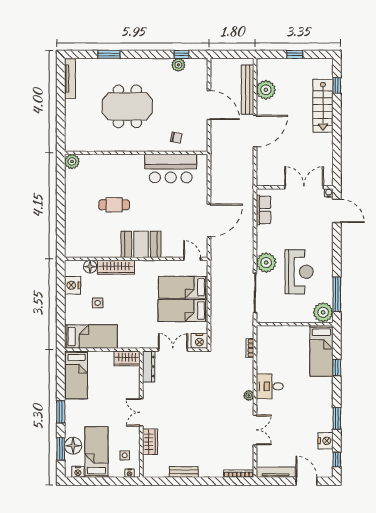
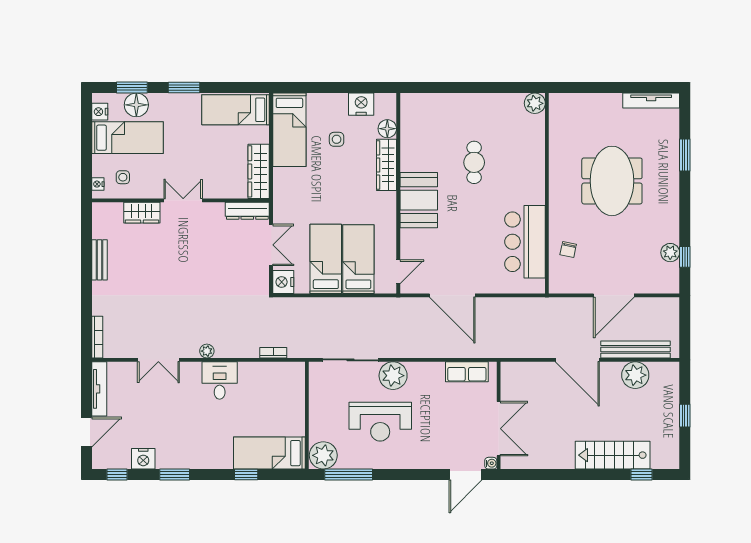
wardrobe: (127, 358) -> (259, 171), width x1.50

